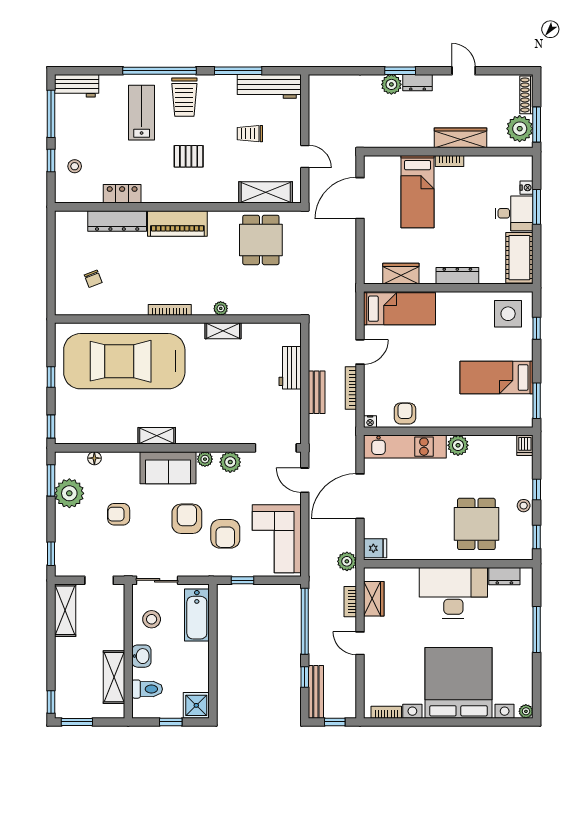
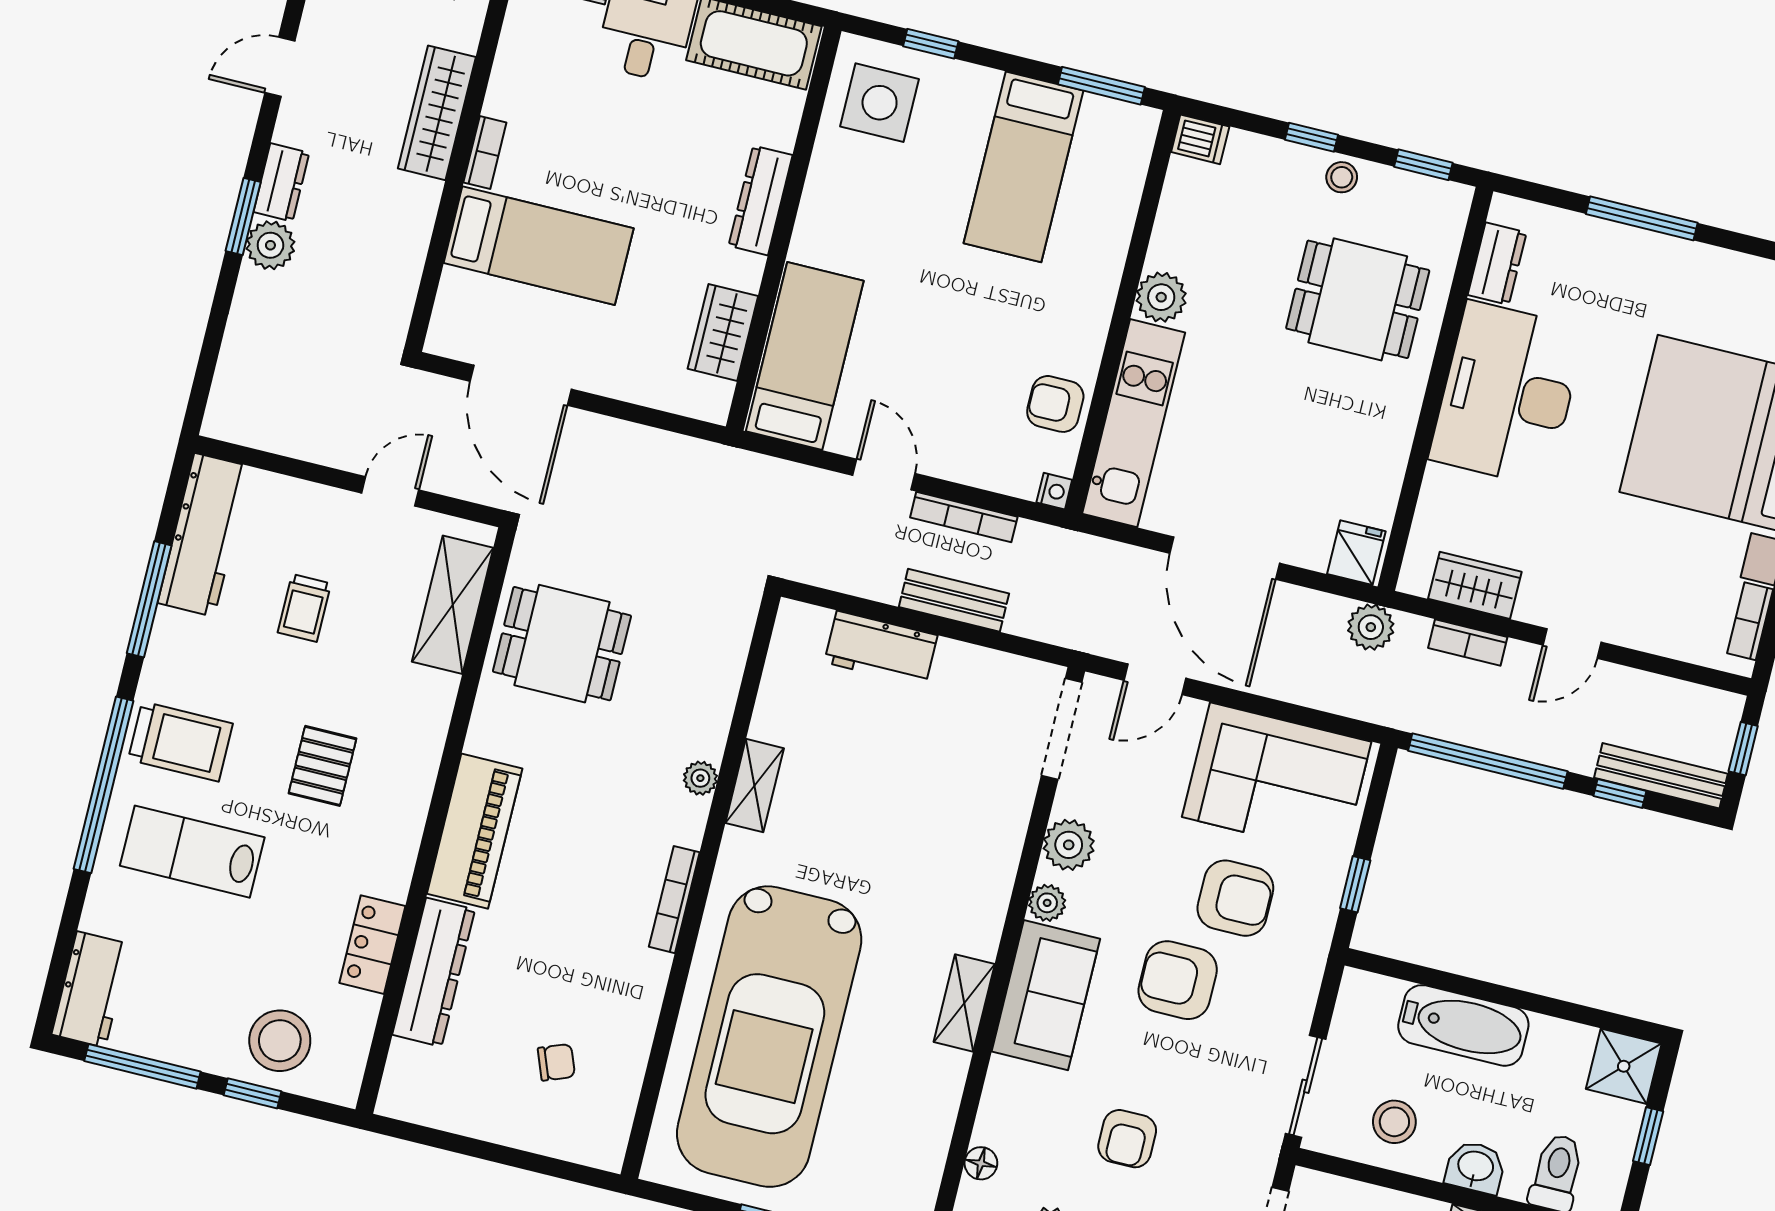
stool: (75, 166) -> (280, 1041), width x1.89, depth x1.89
bathtub: (197, 615) -> (1463, 1025), moved

